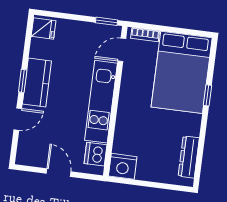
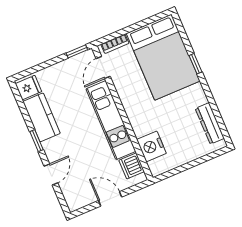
kitchen counter: (37, 83) -> (42, 117), moved
nightstand: (123, 166) -> (151, 146), moved, turned 90

